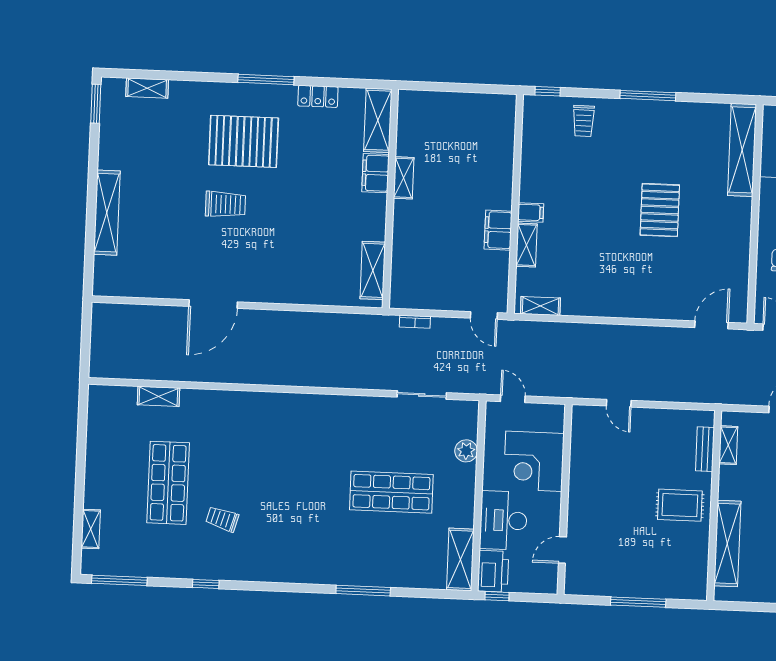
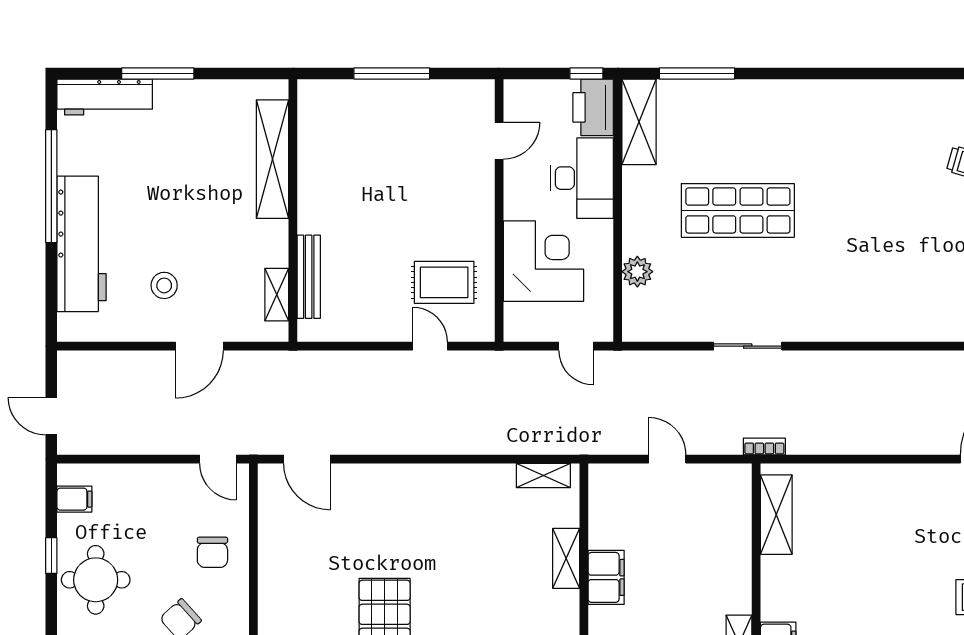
filing cabinet: (531, 212) -> (562, 604), removed
door: (484, 315) -> (667, 459), moved
bookcase: (415, 322) -> (764, 446), moved
door: (711, 325) -> (307, 459), hinge flipped
sliding door: (422, 395) -> (748, 346), moved
bench: (705, 449) -> (309, 277), width x1.36
rug: (680, 505) -> (444, 282), moved
window: (363, 591) -> (697, 73), moved

